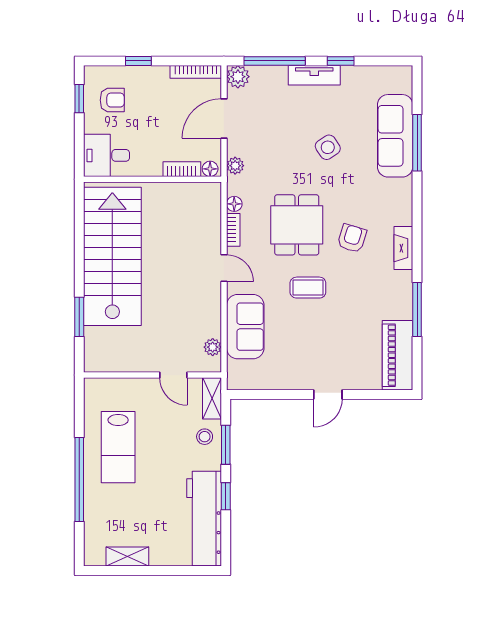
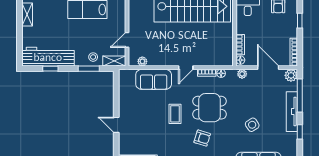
tv unit: (314, 75) -> (292, 112), width x1.41
window: (226, 496) -> (50, 69), moved

